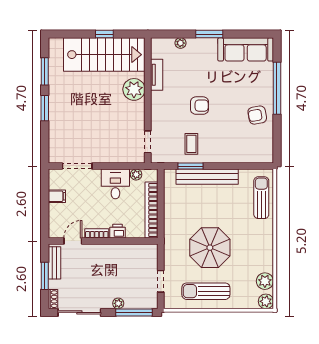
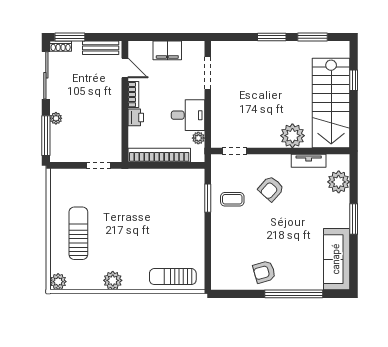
window: (104, 34) -> (354, 80), moved
plant: (180, 43) -> (339, 182), width x1.88, depth x1.88
armchair: (199, 106) -> (271, 189), moved, turned 42
armchair: (257, 115) -> (264, 272), turned -96
bench: (207, 177) -> (196, 217), removed
filing cabinet: (57, 196) -> (167, 50), width x2.00
sun lounger: (261, 198) -> (173, 277), turned 180
parasol: (210, 248) -> (118, 220), removed
window: (45, 276) -> (70, 37), moved
doorway: (161, 281) -> (99, 165), moved
plant: (265, 281) -> (113, 280), moved
sun lounger: (206, 291) -> (78, 233), moved

